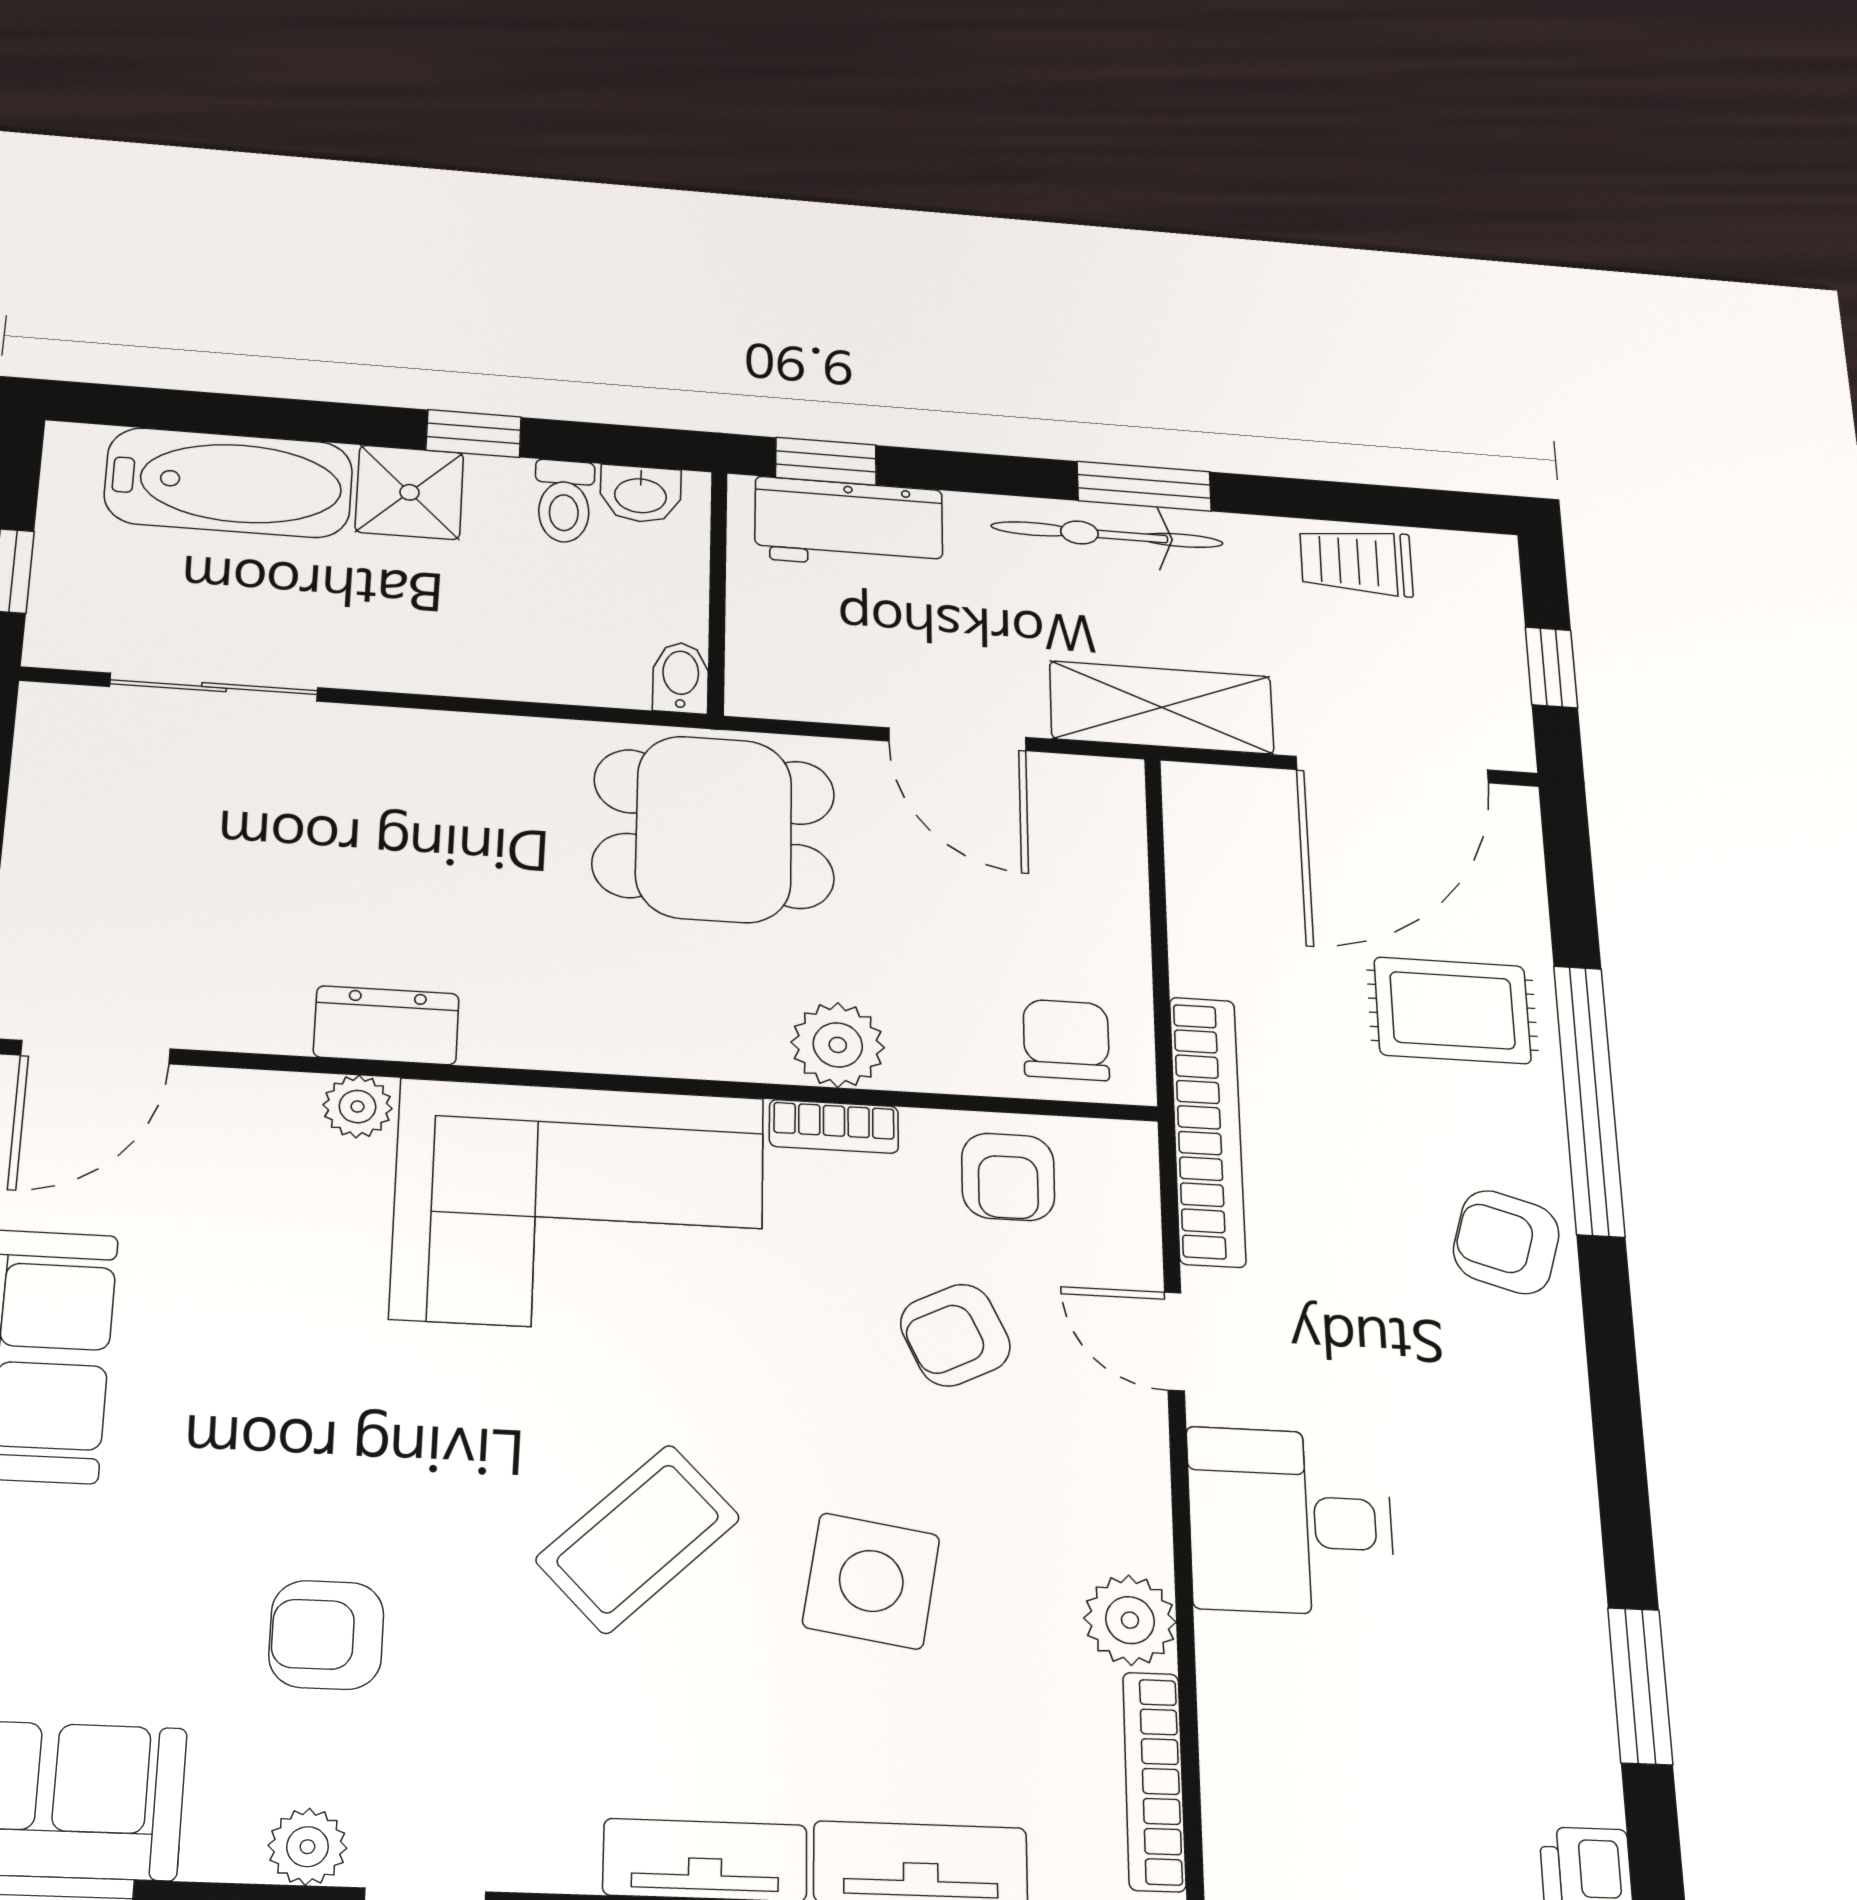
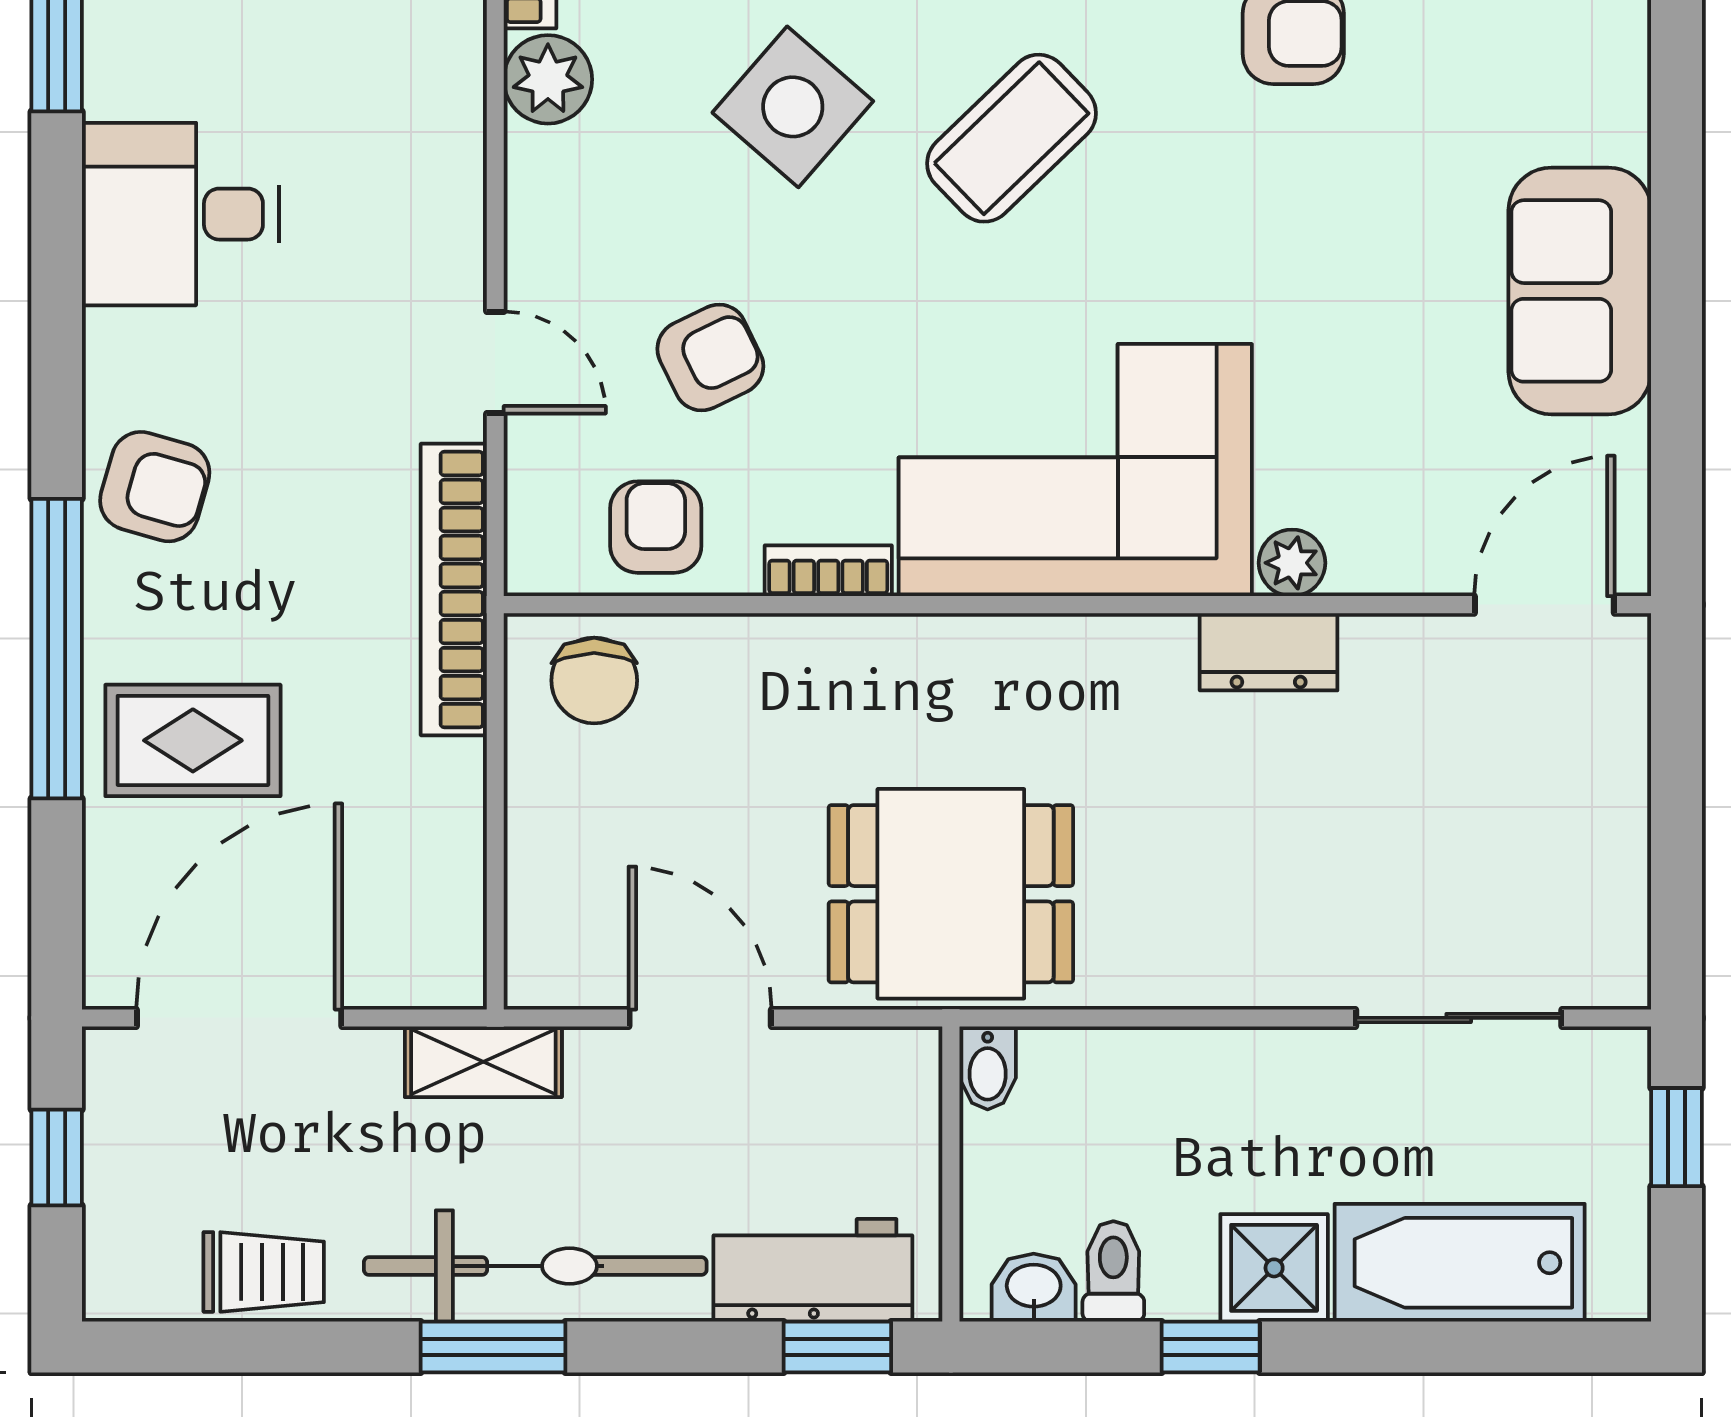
bicycle: (1107, 535) -> (535, 1266), width x1.37, depth x1.40
shelving: (1162, 707) -> (483, 1062), width x0.67, depth x0.75
plant: (838, 1045) -> (825, 660), removed
desk: (1291, 1521) -> (180, 214), moved, turned 180
side table: (871, 1581) -> (793, 107), turned 32

